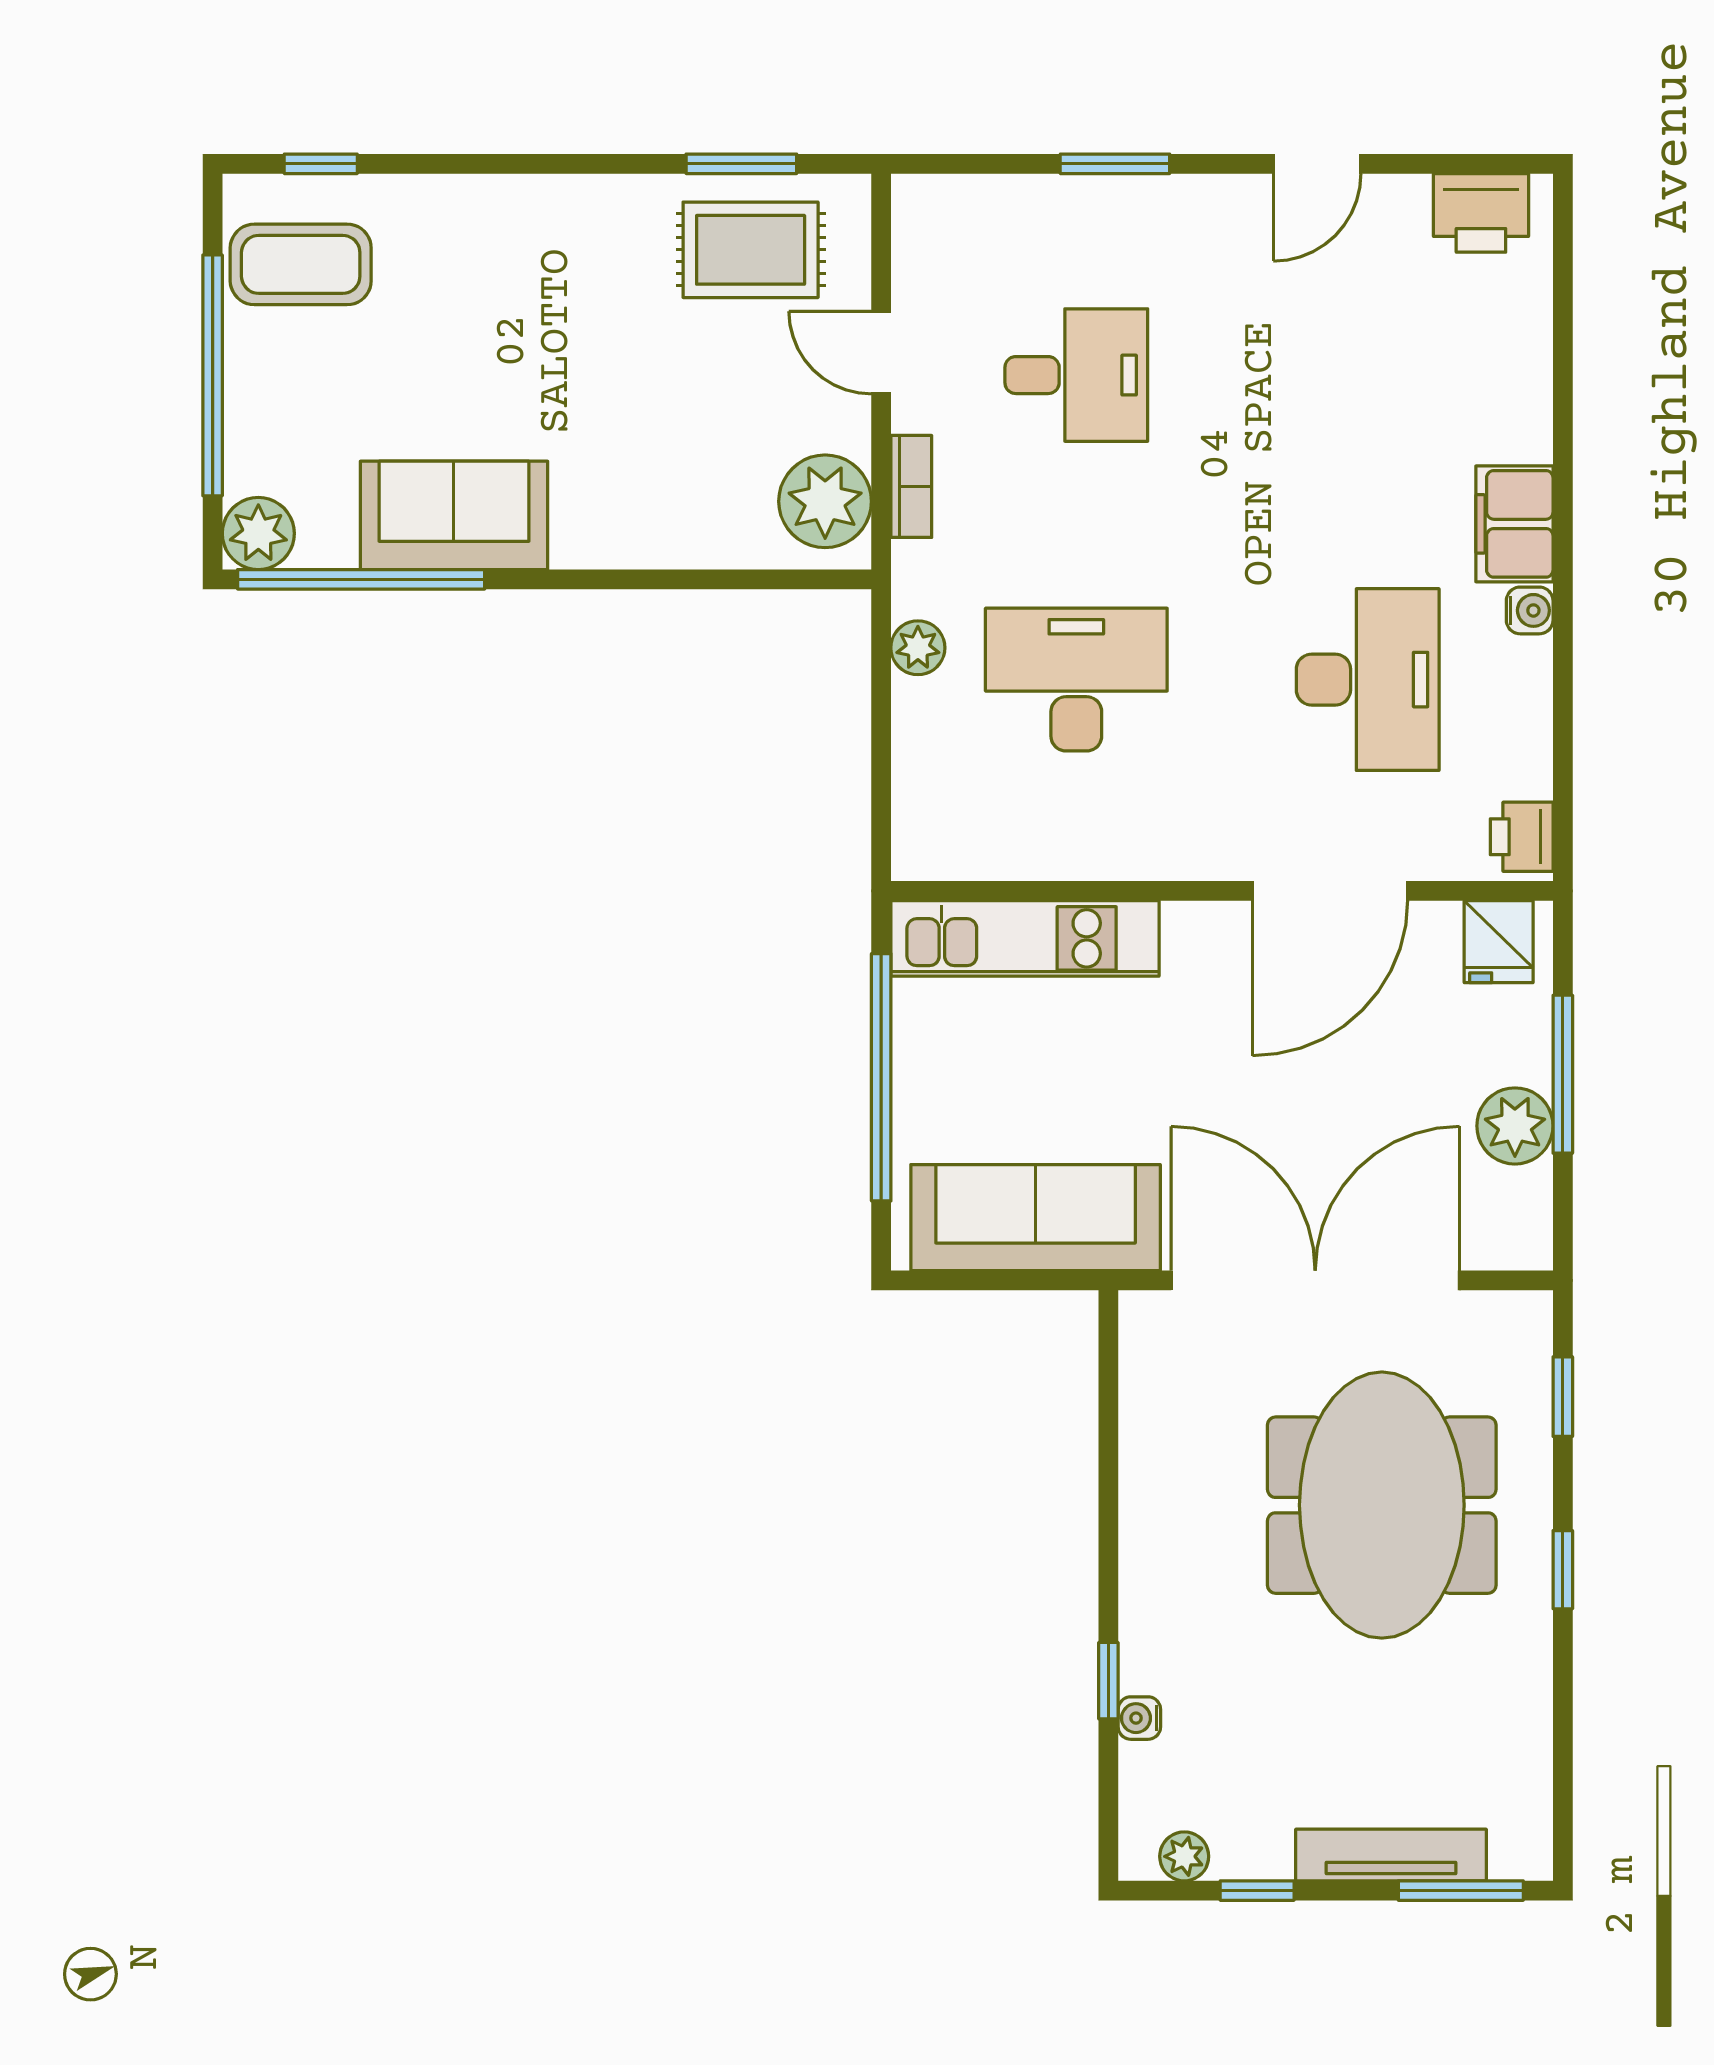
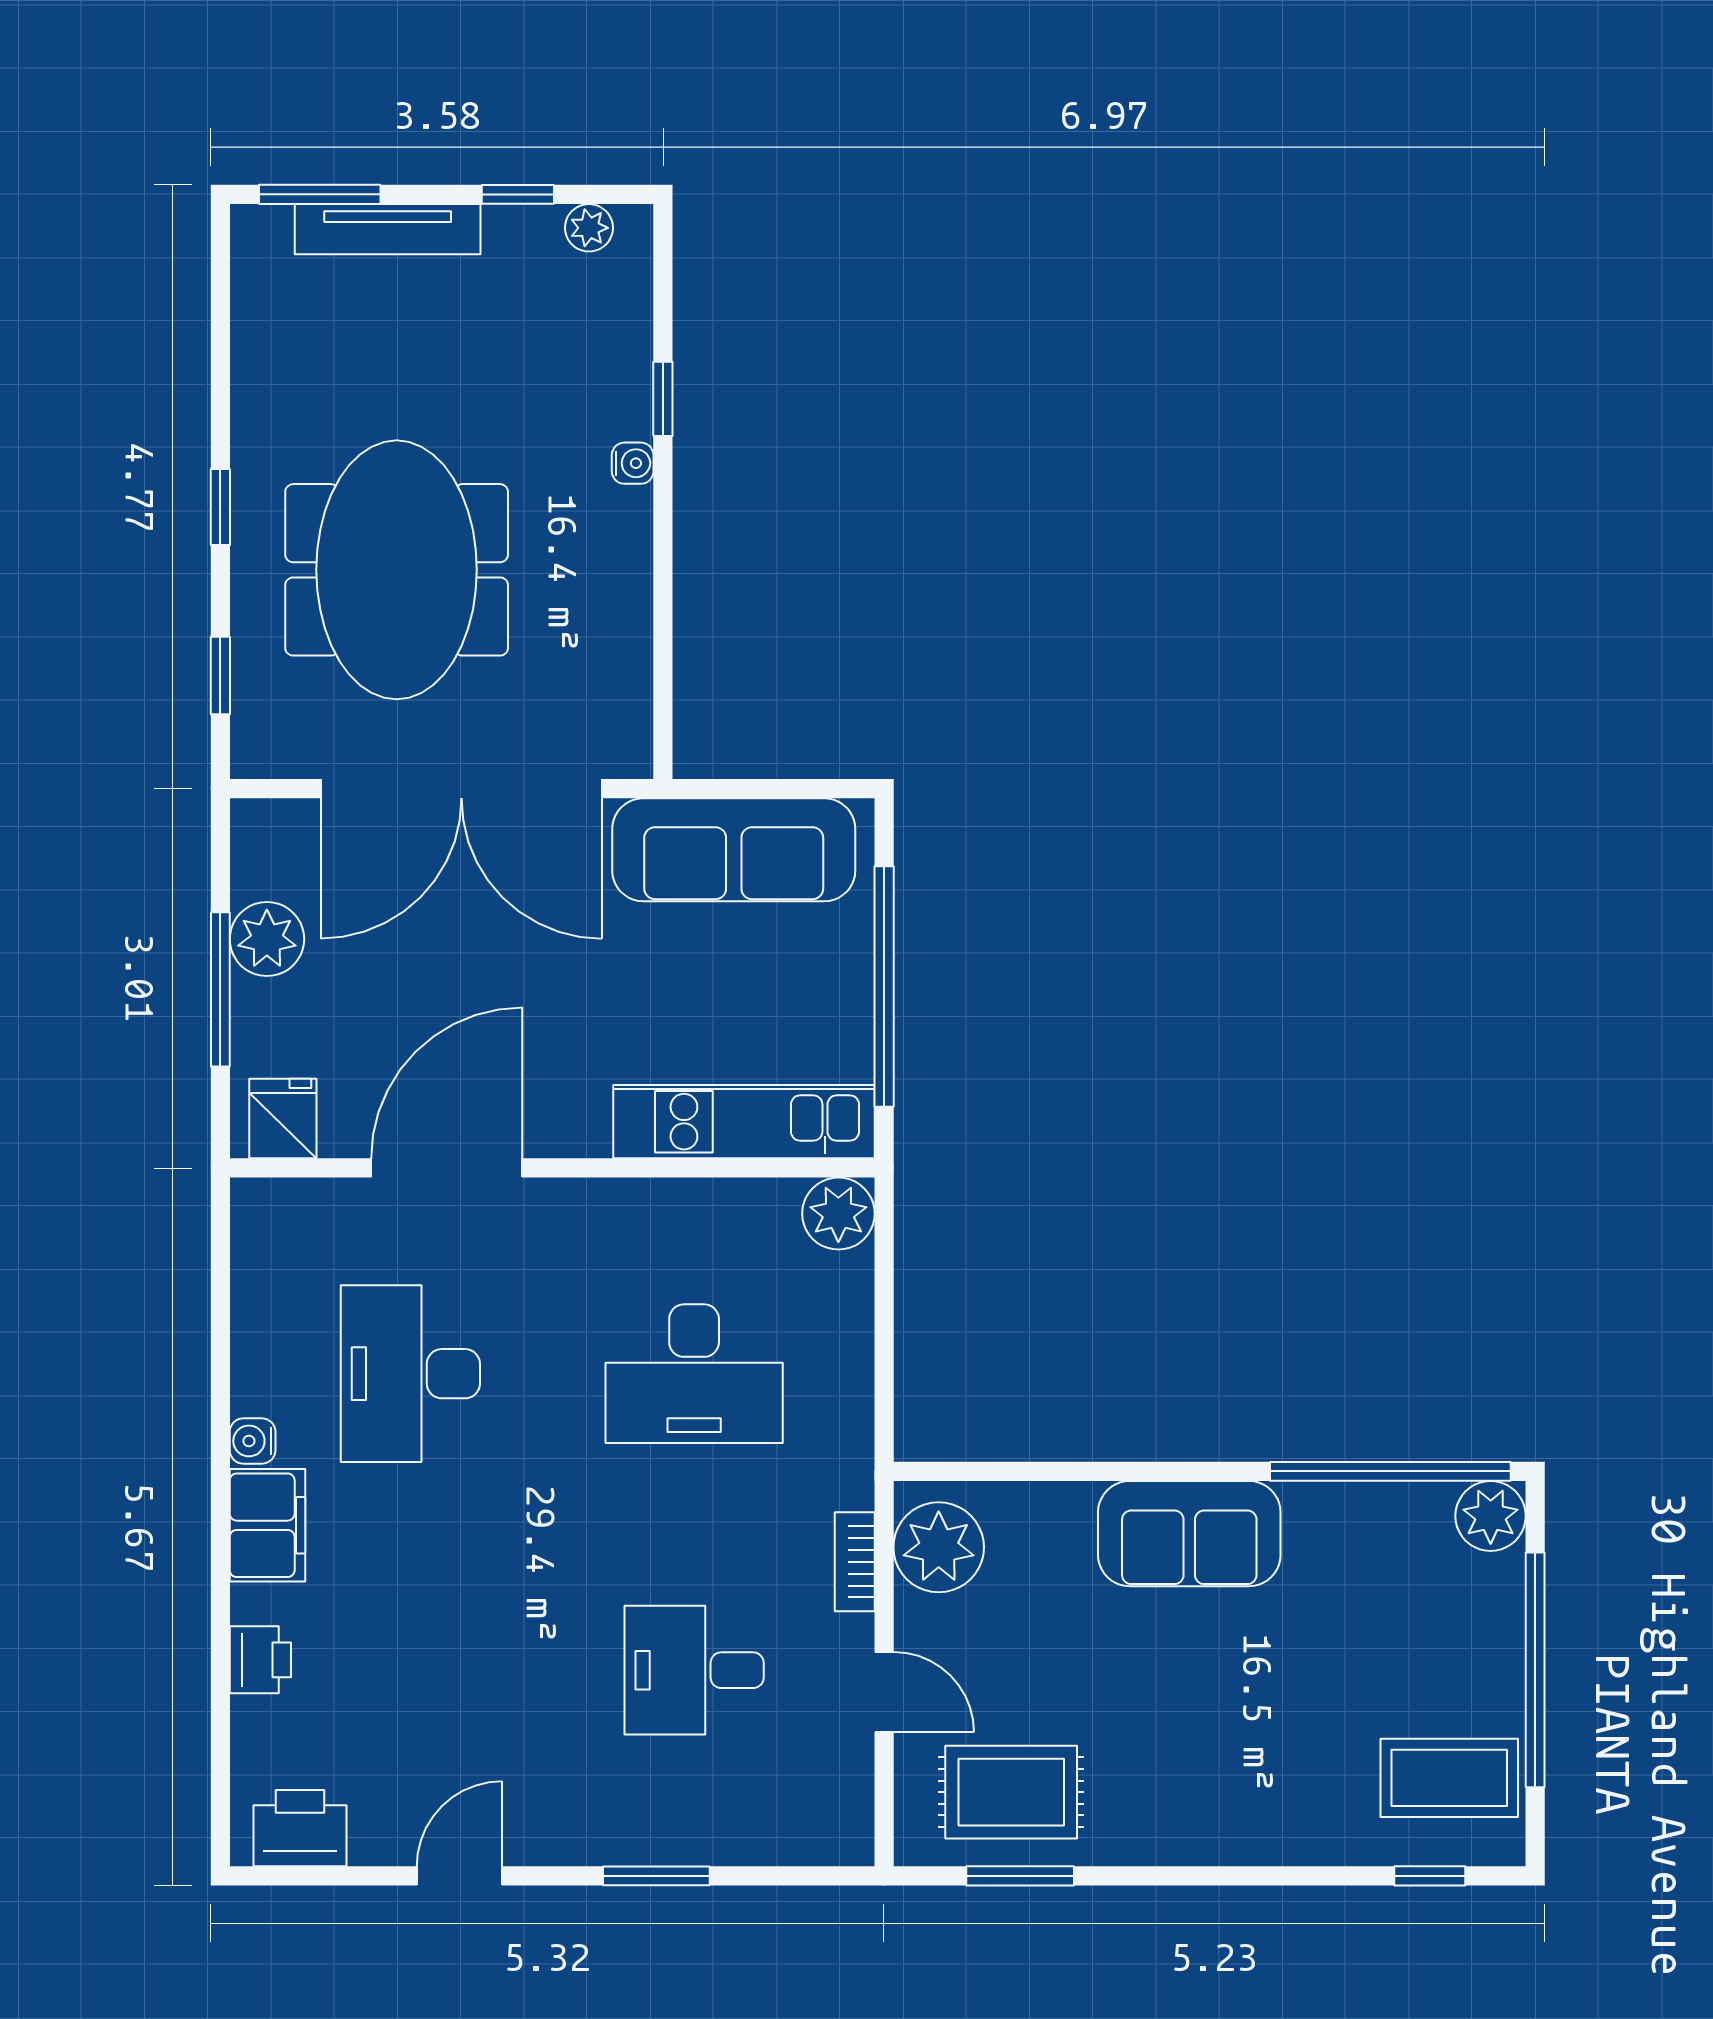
sofa: (454, 515) -> (1189, 1534), moved
plant: (918, 648) -> (838, 1214), moved, width x1.38, depth x1.38
printer: (1522, 837) -> (260, 1660), moved
water cooler: (1139, 1718) -> (633, 463), moved

